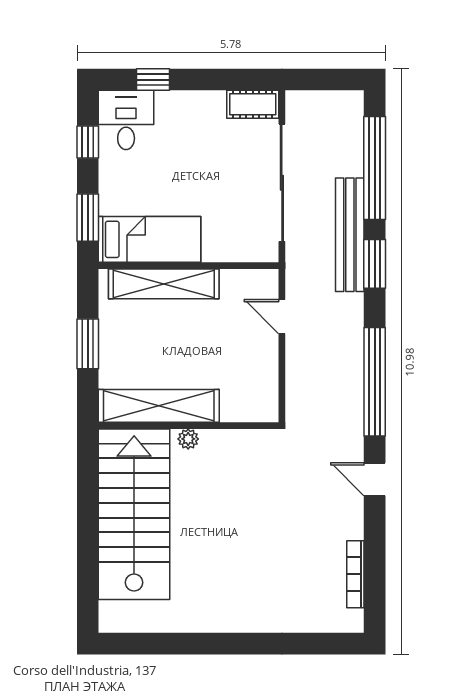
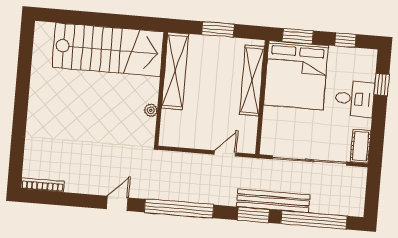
desk: (126, 120) -> (355, 99), moved
bed: (150, 239) -> (296, 75), width x2.04
plant: (188, 439) -> (151, 110), moved
bookcase: (355, 574) -> (42, 185), moved

